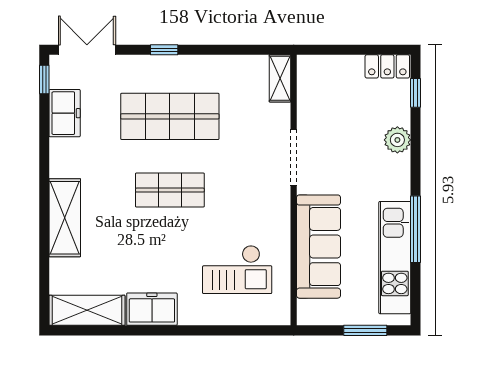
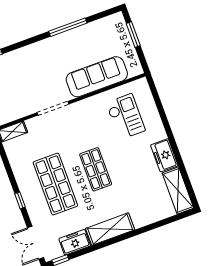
plant: (397, 140) -> (23, 55), removed
shelving: (65, 218) -> (110, 229), moved
kitchen unit: (395, 258) -> (88, 33), removed

